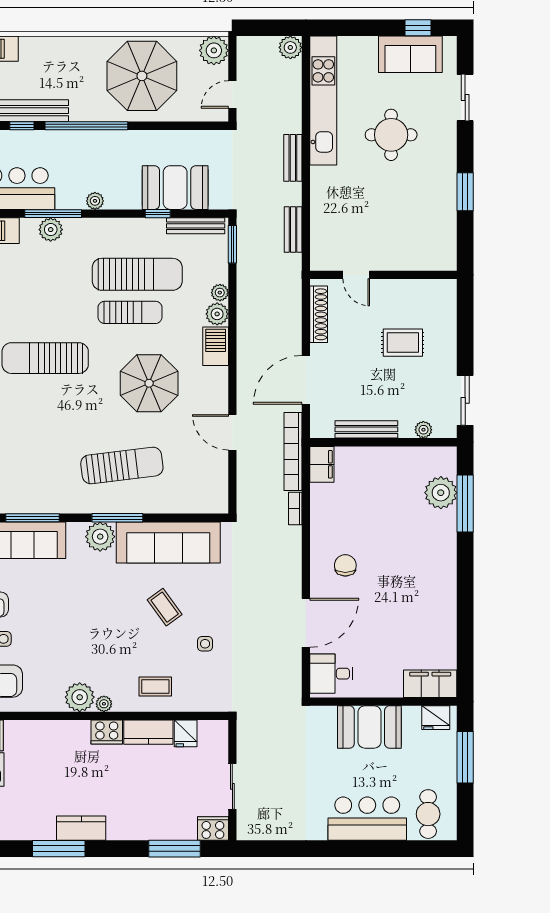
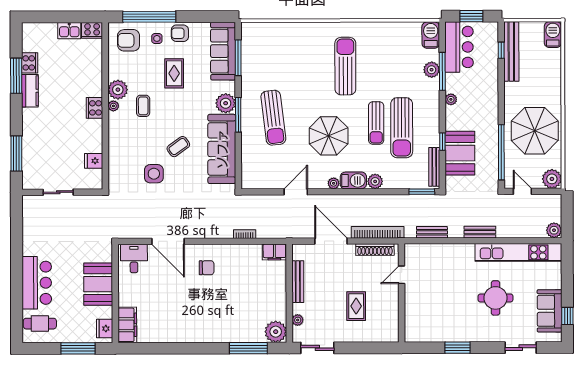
window: (86, 126) -> (501, 152), moved
plant: (220, 293) -> (334, 183), moved
bookcase: (293, 451) -> (378, 232), moved
plant: (441, 493) -> (276, 332), moved
rug: (56, 613) -> (174, 73), added
side table: (205, 644) -> (154, 174), width x1.87, depth x1.87
coffee table: (155, 686) -> (143, 106), moved
kitchen counter: (148, 732) -> (94, 136), removed
cooker: (213, 829) -> (30, 63), moved

